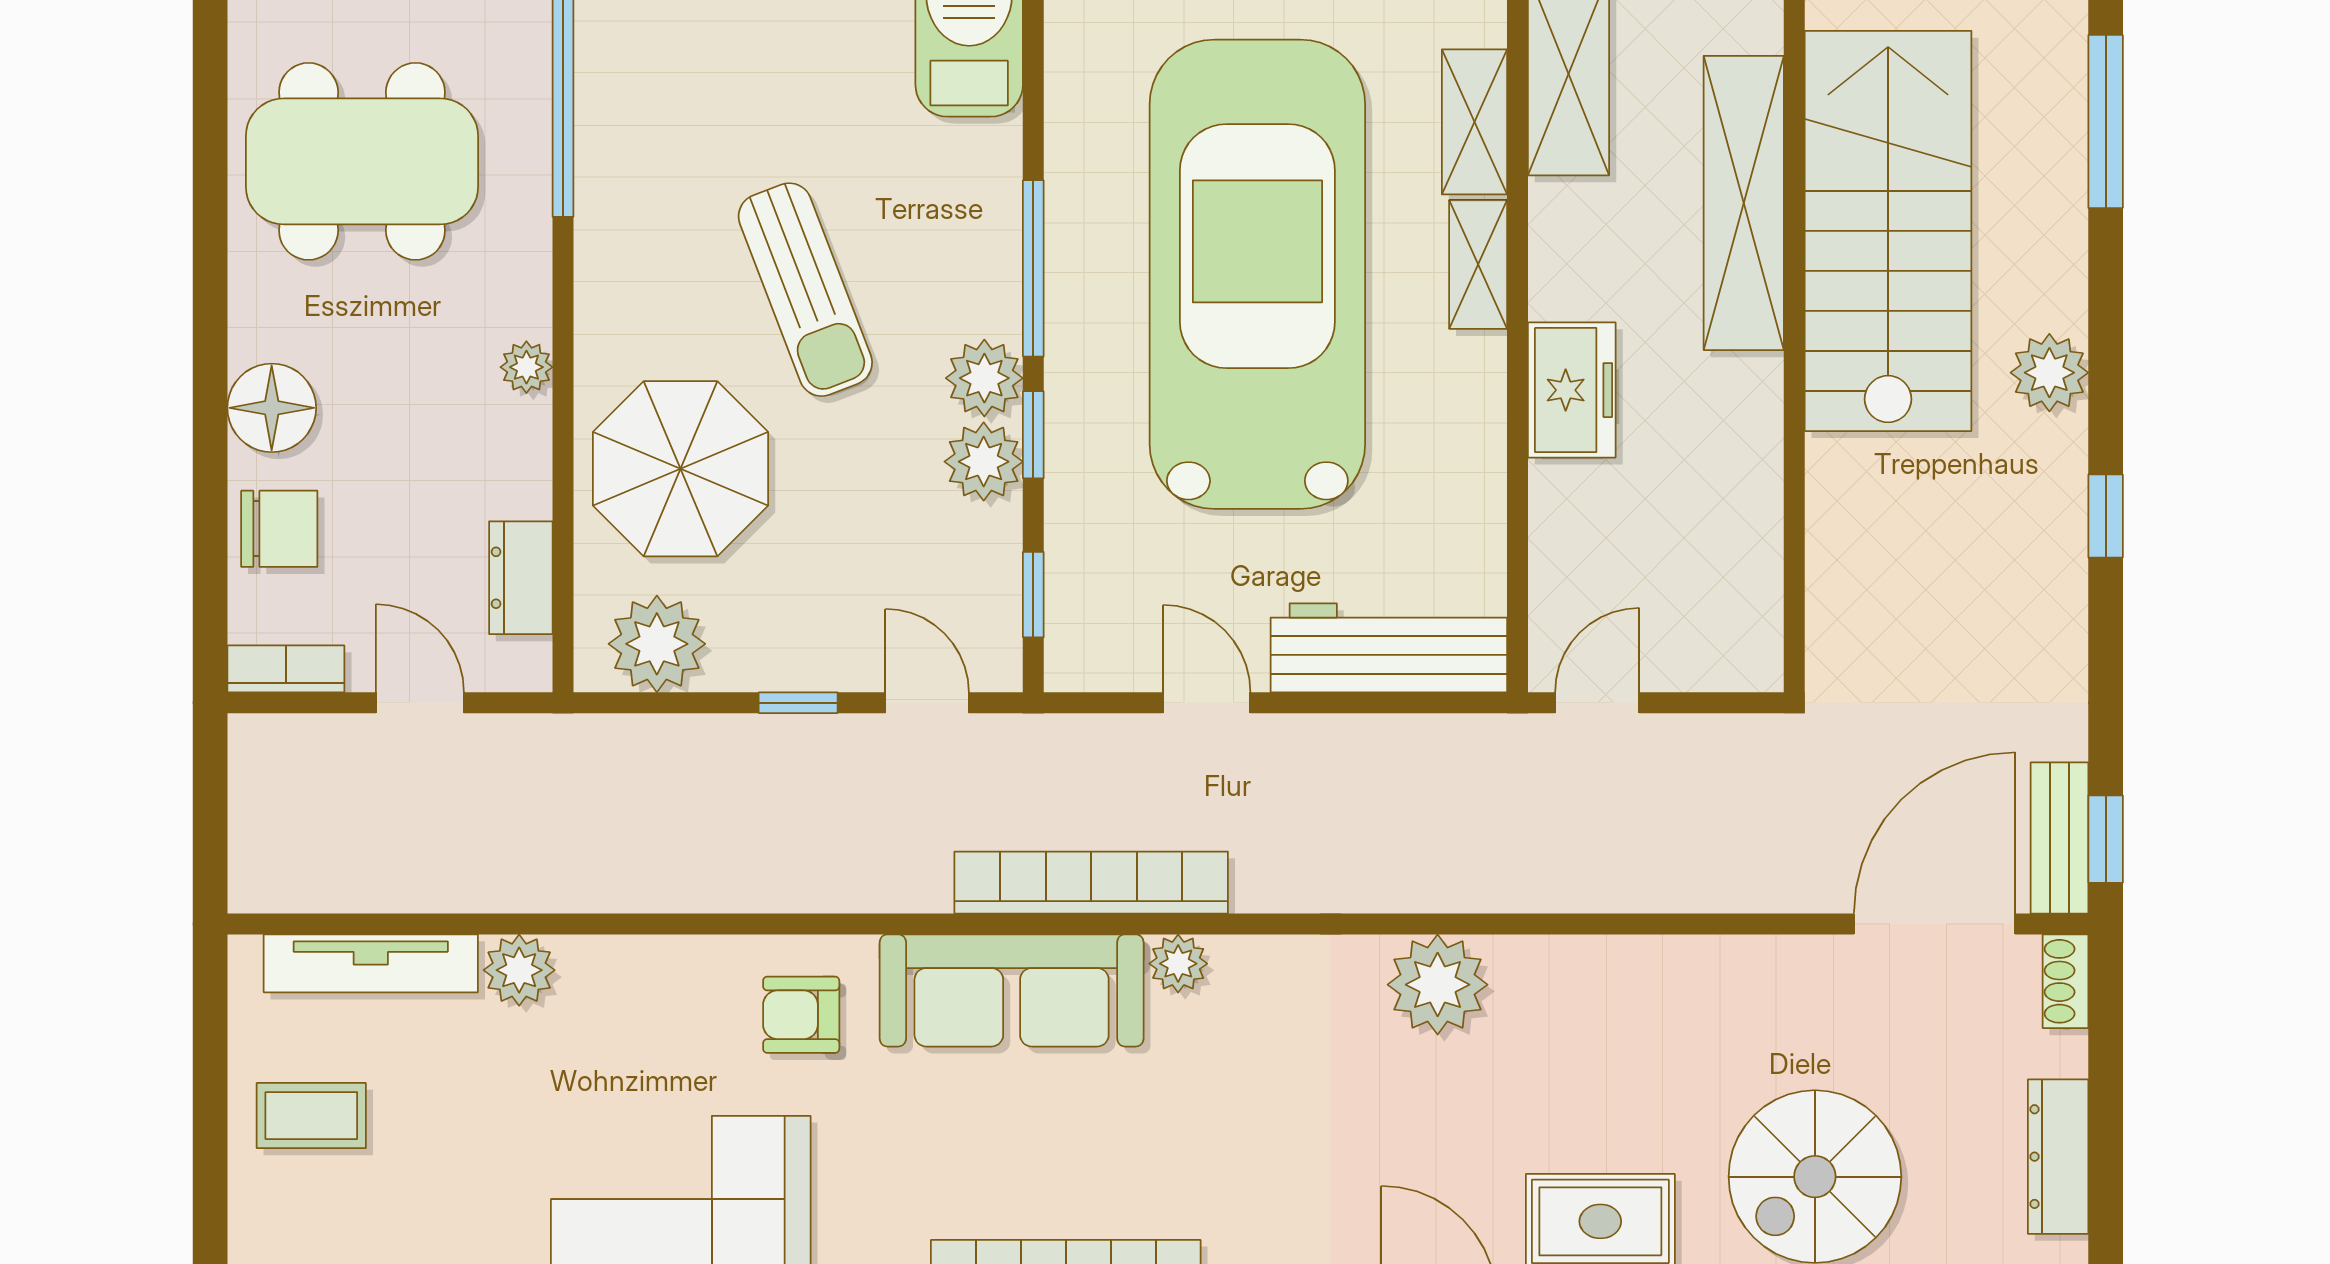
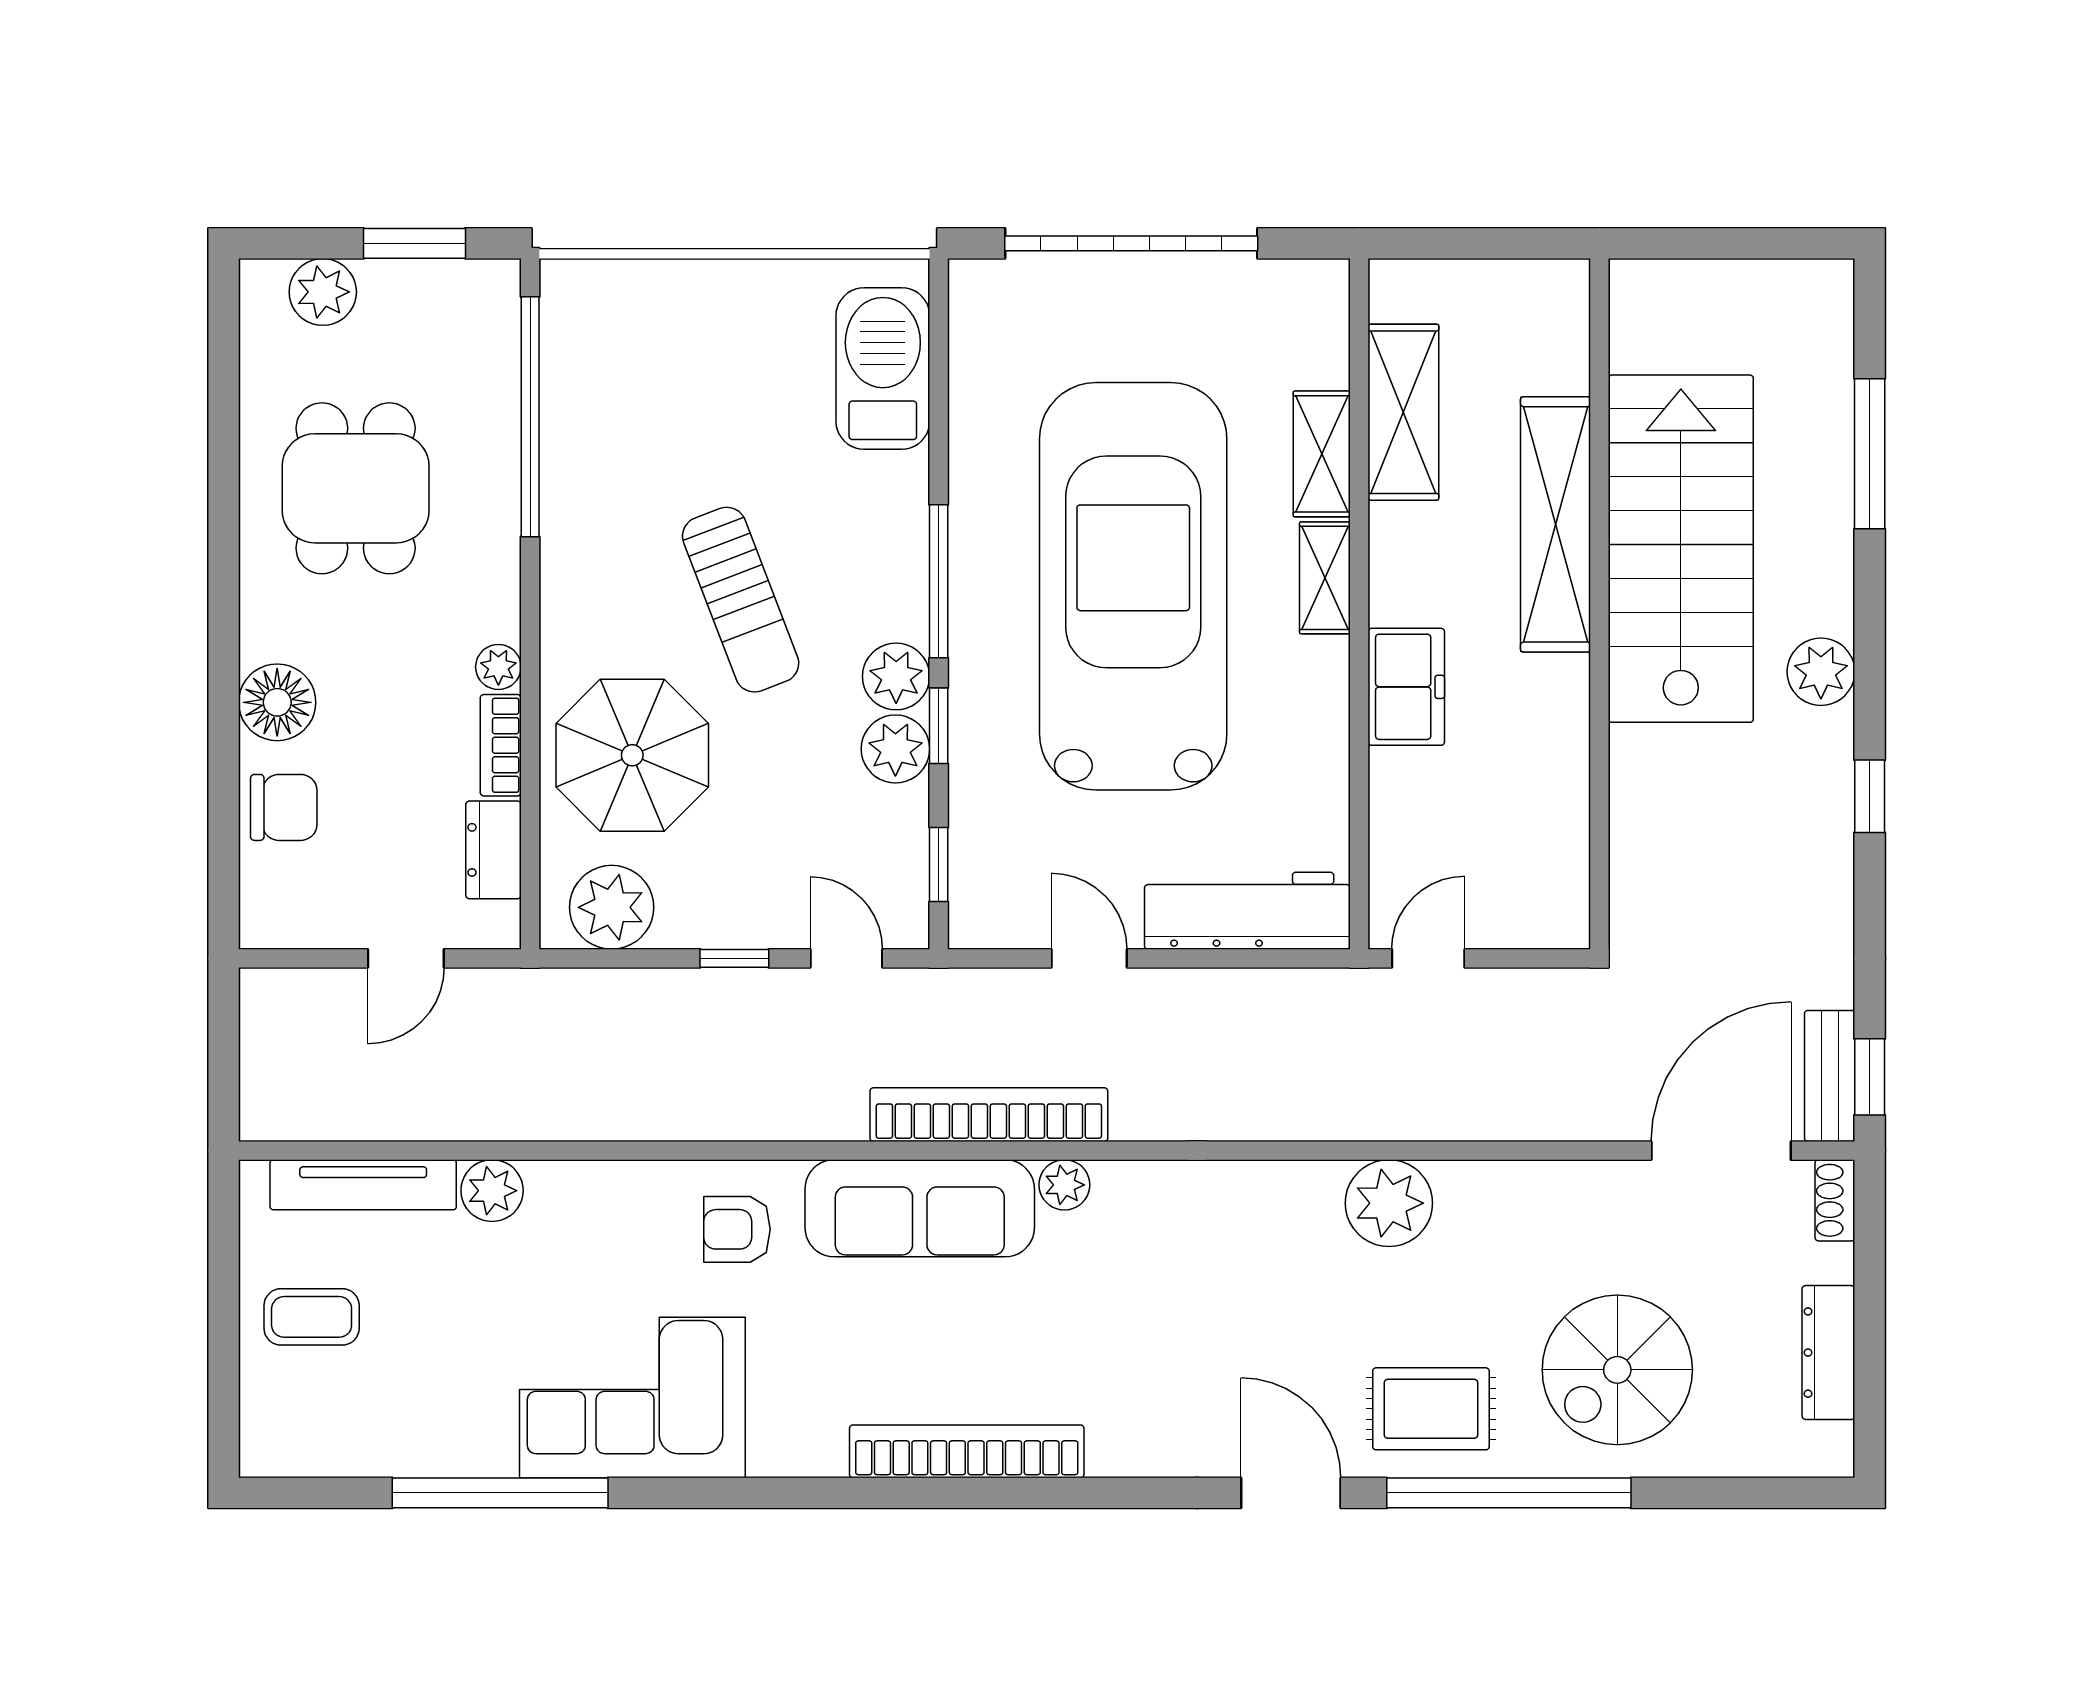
dining table: (362, 161) -> (356, 488), width x0.73
bookcase: (286, 669) -> (501, 745), moved, turned -90
door: (420, 703) -> (406, 958), swing flipped
plant: (1438, 985) -> (1389, 1203), moved

